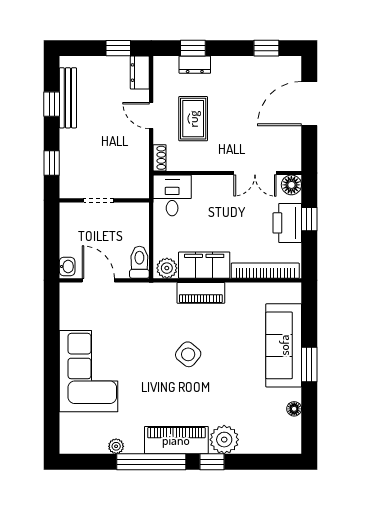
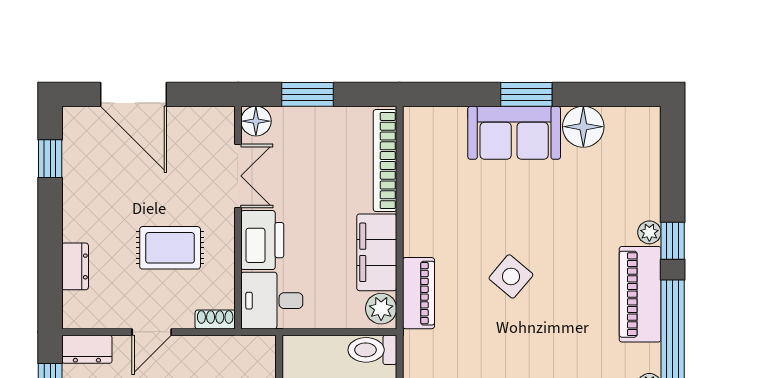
window: (193, 48) -> (50, 269), removed
rug: (193, 119) -> (170, 248), moved
window: (309, 219) -> (307, 94), width x1.50
printer: (287, 223) -> (262, 240), moved, turned -90
piano: (201, 293) -> (418, 293), moved
sofa: (284, 345) -> (514, 133), width x0.73
floor lamp: (294, 409) -> (583, 127), width x1.89, depth x1.89
plant: (224, 440) -> (649, 232), width x0.53, depth x0.53

